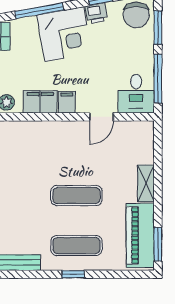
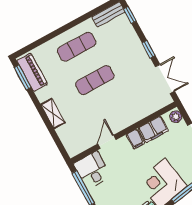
piano: (140, 235) -> (32, 72), width x0.73, depth x0.75
window: (73, 274) -> (68, 26), removed

